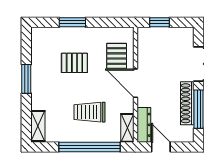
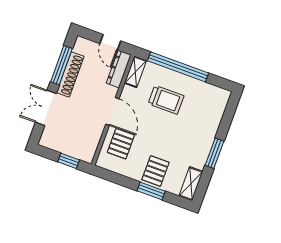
pallet: (74, 63) -> (155, 171), moved, turned 90
shelving: (38, 126) -> (191, 184), moved

